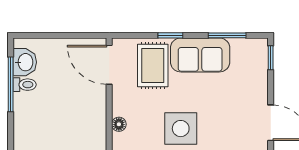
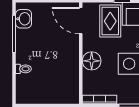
toilet: (25, 85) -> (23, 69), moved
floor lamp: (119, 124) -> (92, 61), width x1.89, depth x1.89

